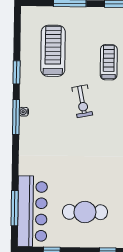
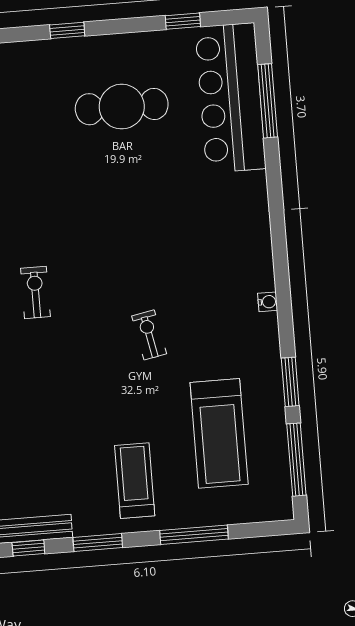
treadmill: (109, 62) -> (135, 481), moved, turned 180
exercise bike: (82, 101) -> (149, 335), width x0.73, depth x0.72
window: (16, 117) -> (296, 460), moved

